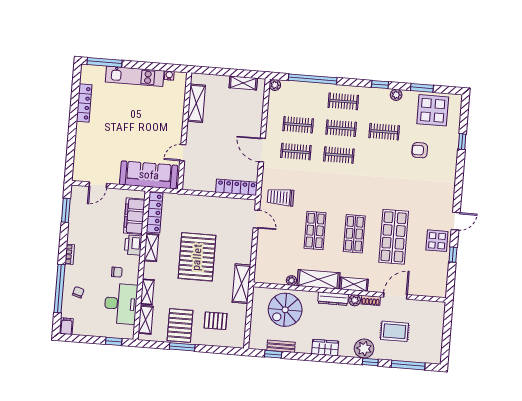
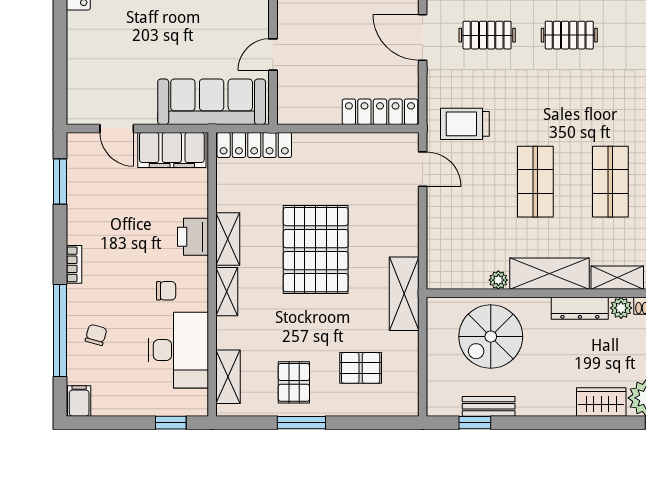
door: (98, 185) -> (117, 128), hinge flipped
locker: (155, 213) -> (254, 145), moved, turned 90
filing cabinet: (134, 216) -> (172, 150), moved, turned -90
shelving: (147, 292) -> (227, 292), moved
pallet: (180, 326) -> (294, 382), width x0.67, depth x0.71
wardrobe: (325, 348) -> (601, 402), moved

